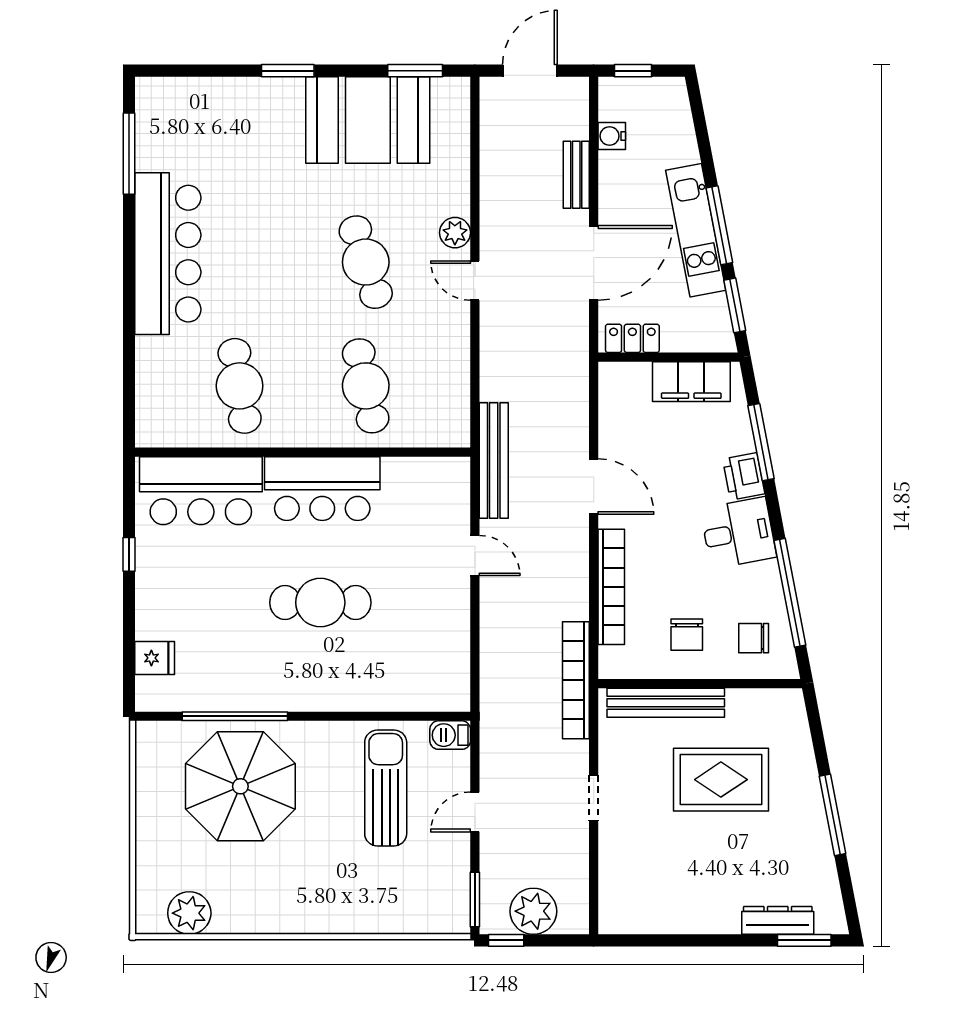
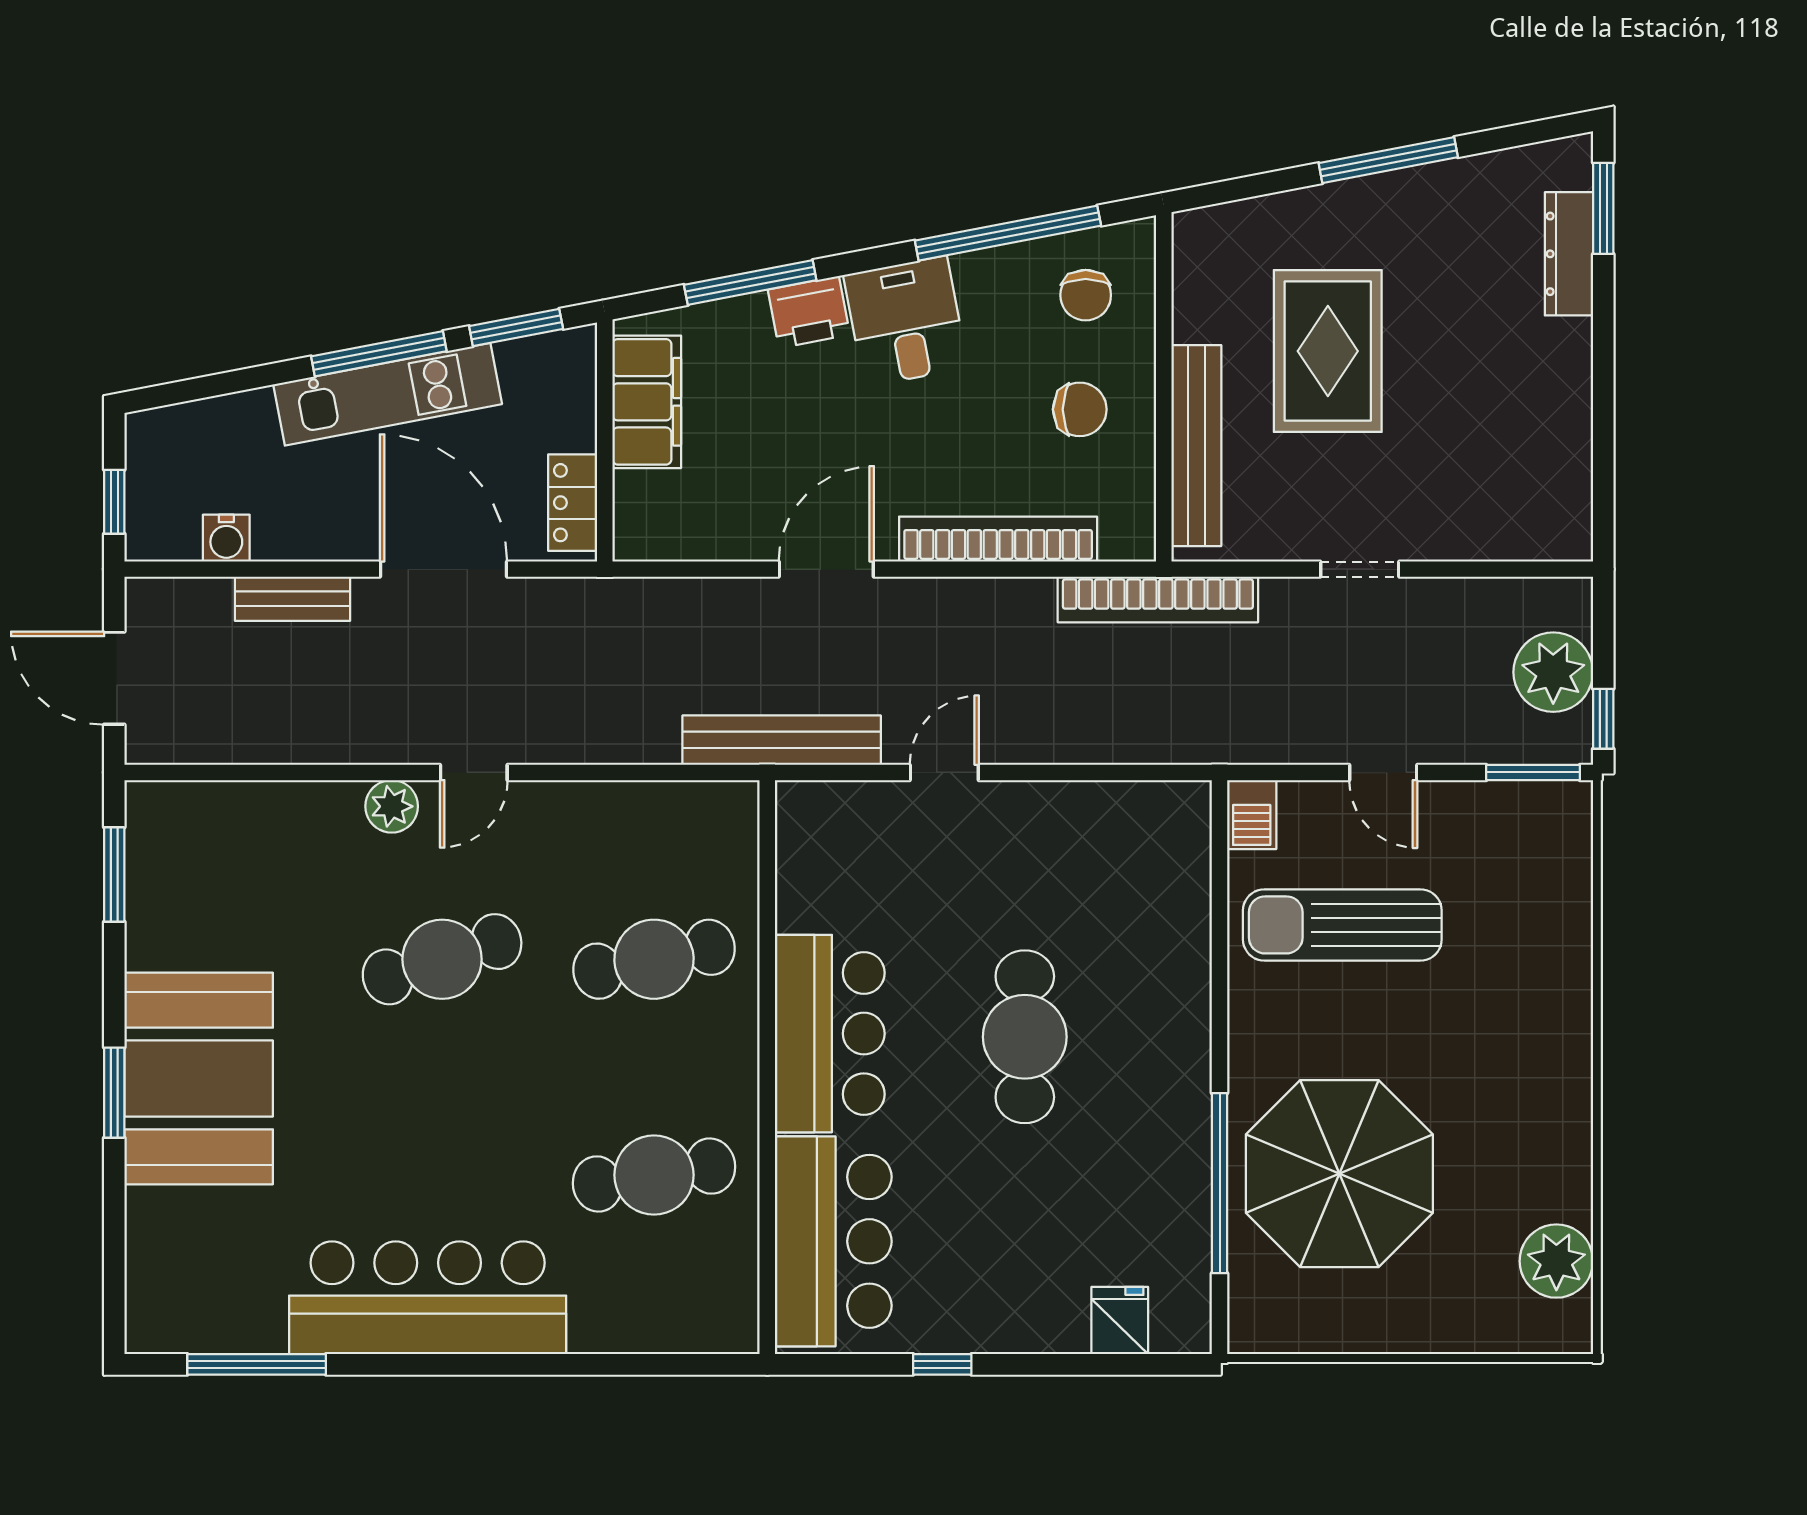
booth: (368, 120) -> (199, 1078), moved

